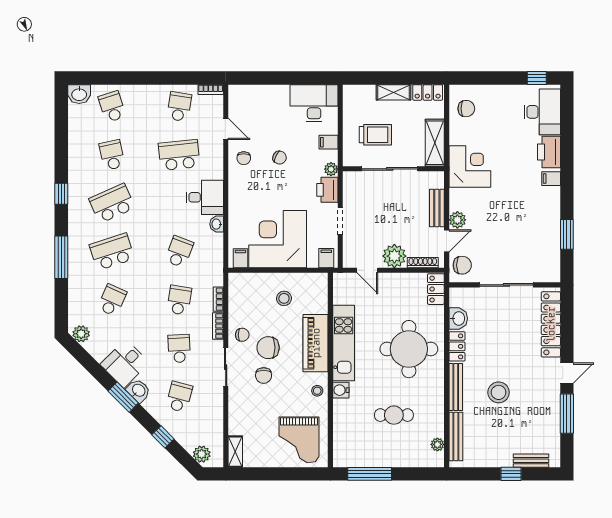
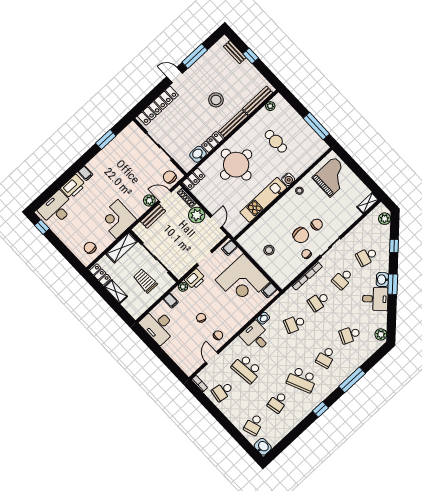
school desk: (112, 252) -> (326, 357), width x0.54
piano: (316, 343) -> (277, 214), removed

